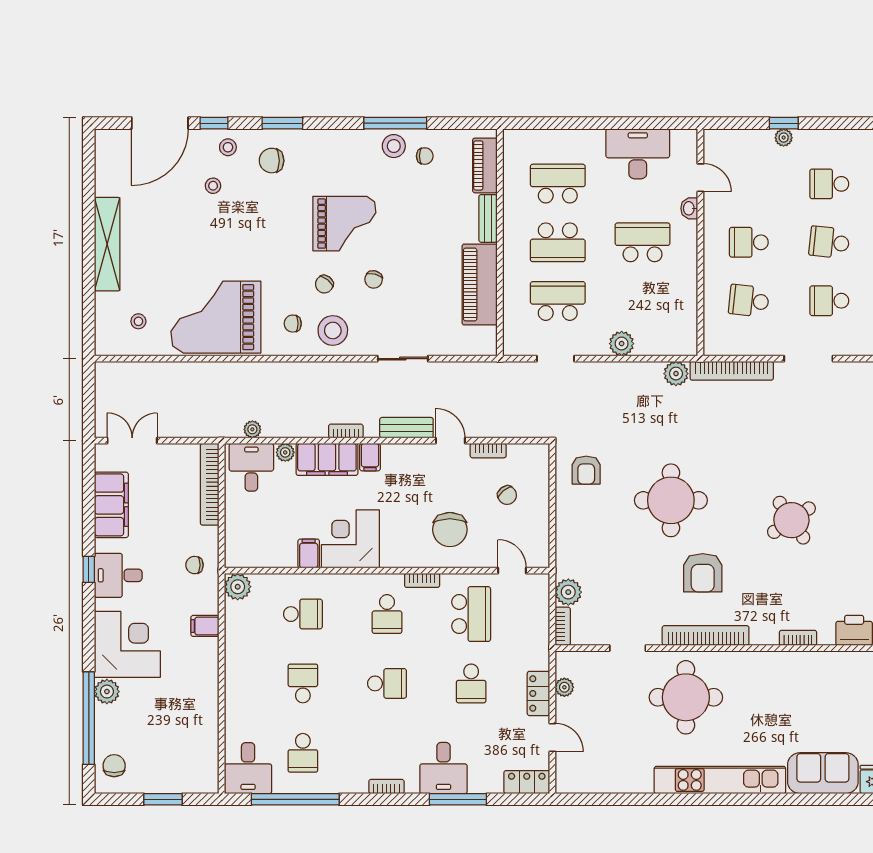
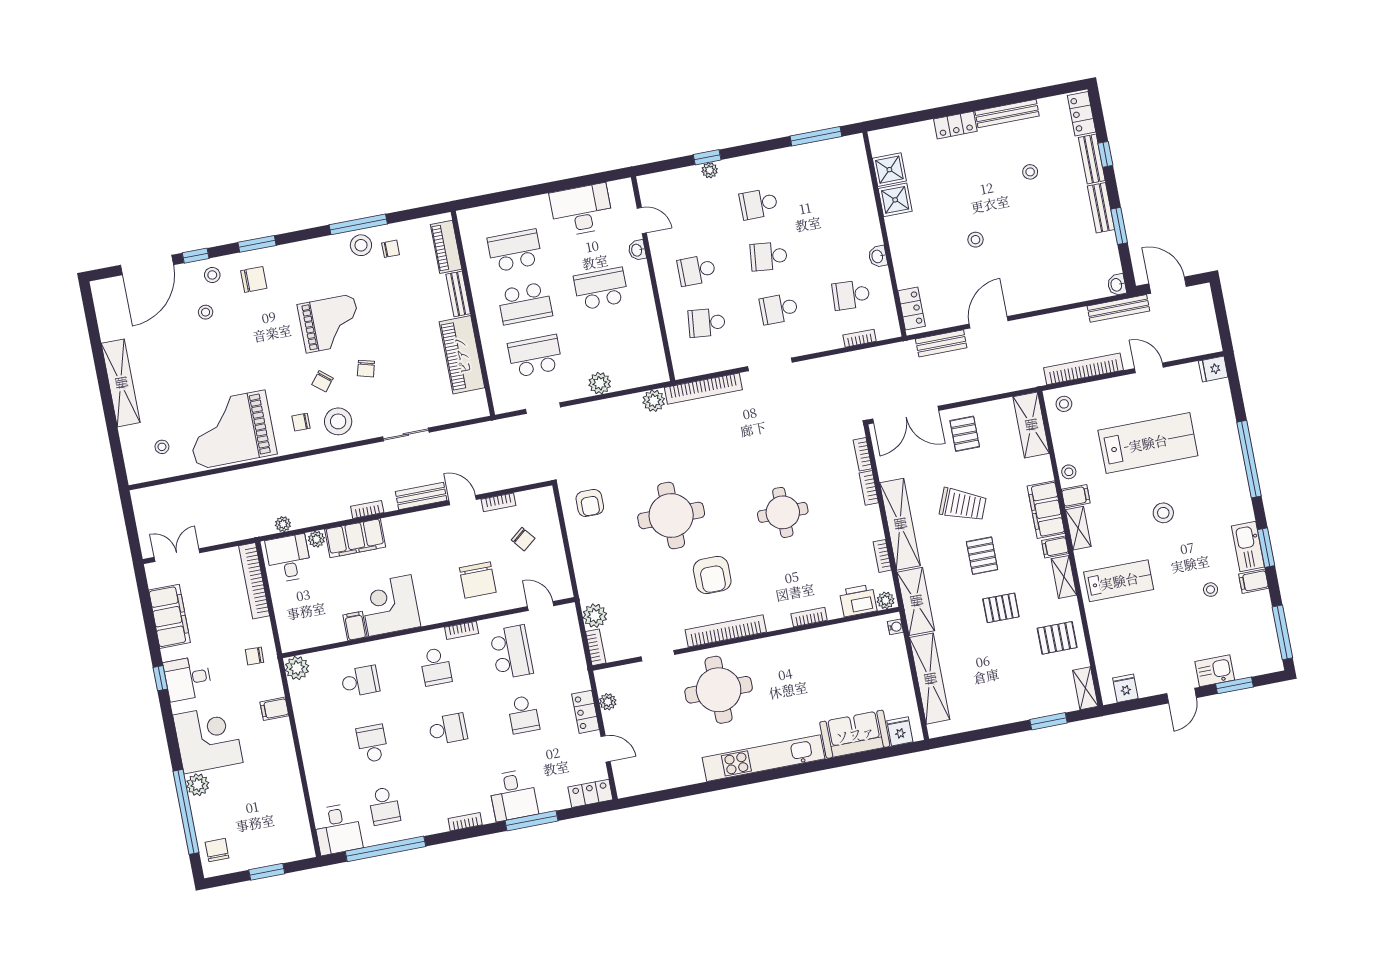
chair: (272, 161) -> (254, 279), turned 180
filing cabinet: (370, 457) -> (393, 529), removed
round table: (791, 520) -> (783, 512), turned 34

